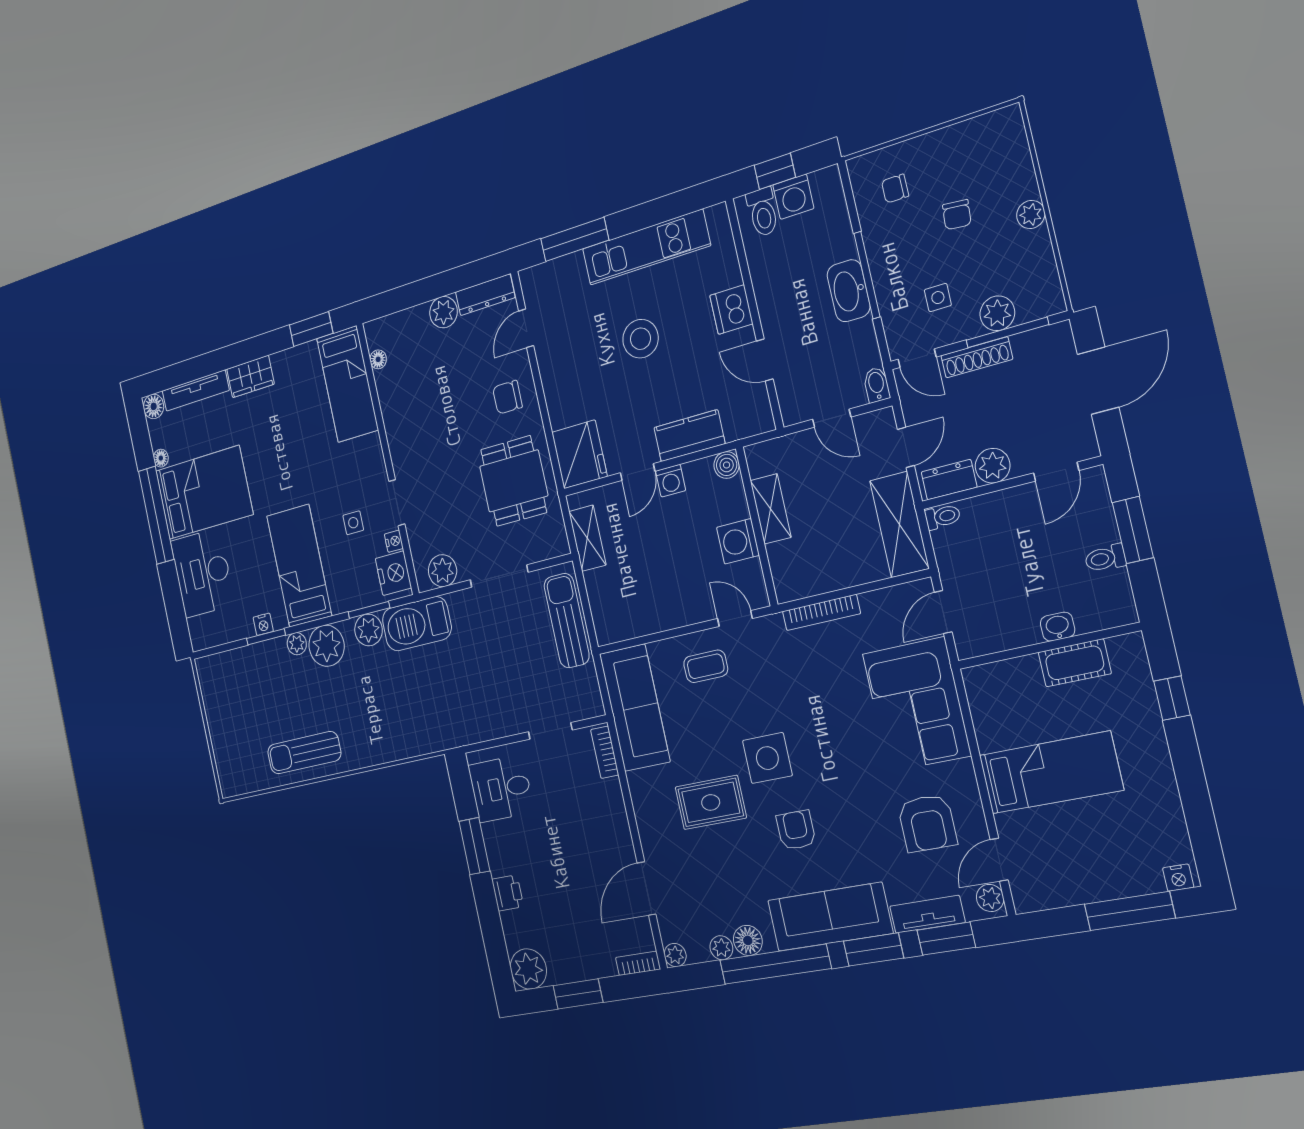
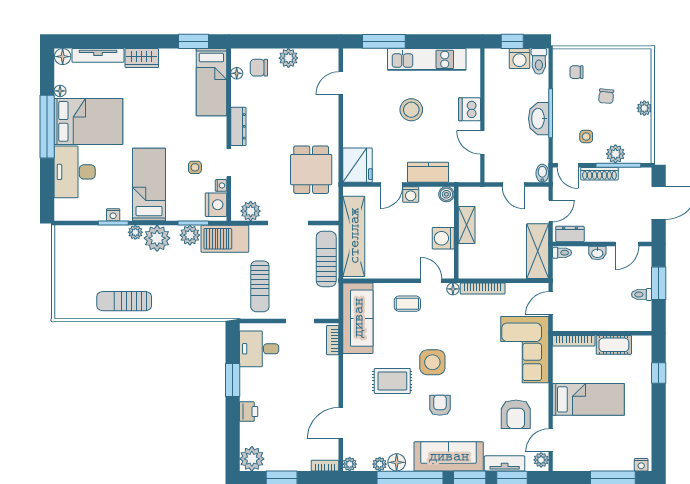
toilet: (763, 212) -> (539, 61), moved
dresser: (485, 295) -> (238, 126), moved, turned -90
chair: (507, 397) -> (259, 68), moved
plant: (993, 466) -> (595, 233), removed
shelving: (587, 538) -> (354, 236), width x2.20, depth x1.33
floor lamp: (773, 624) -> (453, 289), added
washbasin: (1058, 627) -> (597, 253), moved, turned 180
bookcase: (1000, 671) -> (574, 341), added
sun lounger: (481, 688) -> (260, 286), added

